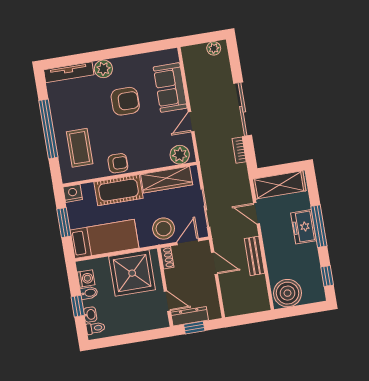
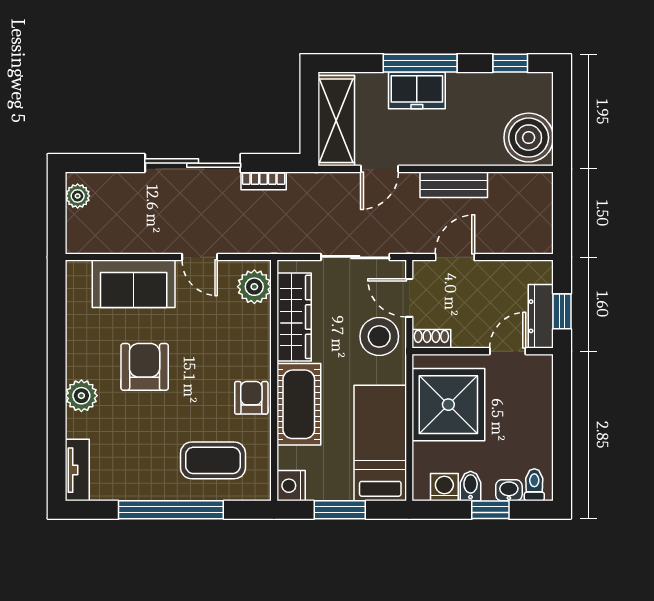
tv unit: (69, 72) -> (77, 470), width x0.71

